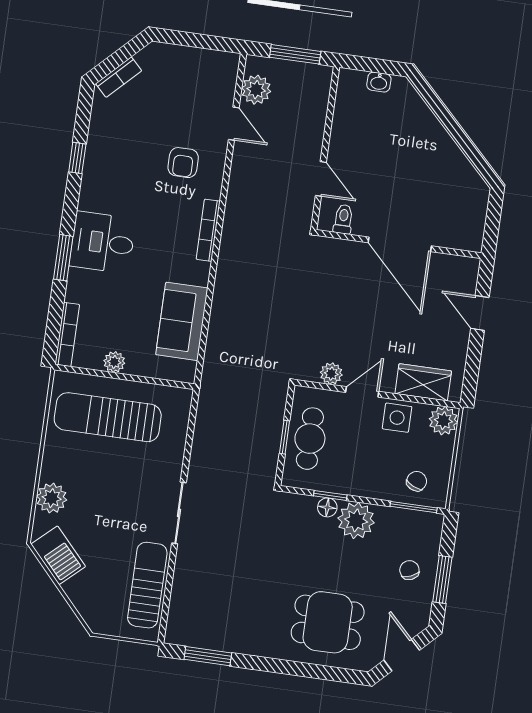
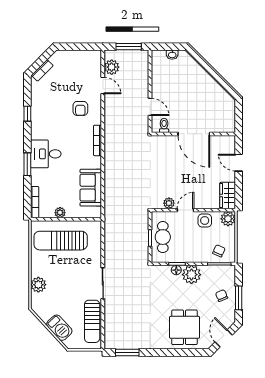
wardrobe: (423, 382) -> (228, 196), moved, turned -90
barbecue: (58, 555) -> (59, 328), moved
sun lounger: (147, 585) -> (92, 321), turned 180
dining table: (328, 622) -> (184, 327), turned 90

